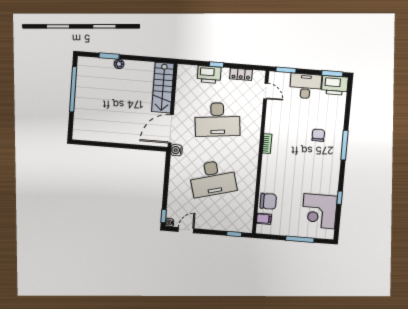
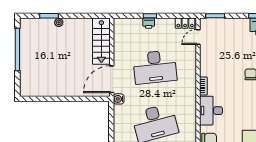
locker: (241, 74) -> (185, 23), moved
printer: (209, 75) -> (149, 23), width x0.53, depth x0.68
desk: (306, 86) -> (211, 111), moved, turned -90
door: (266, 91) -> (198, 37), swing flipped

